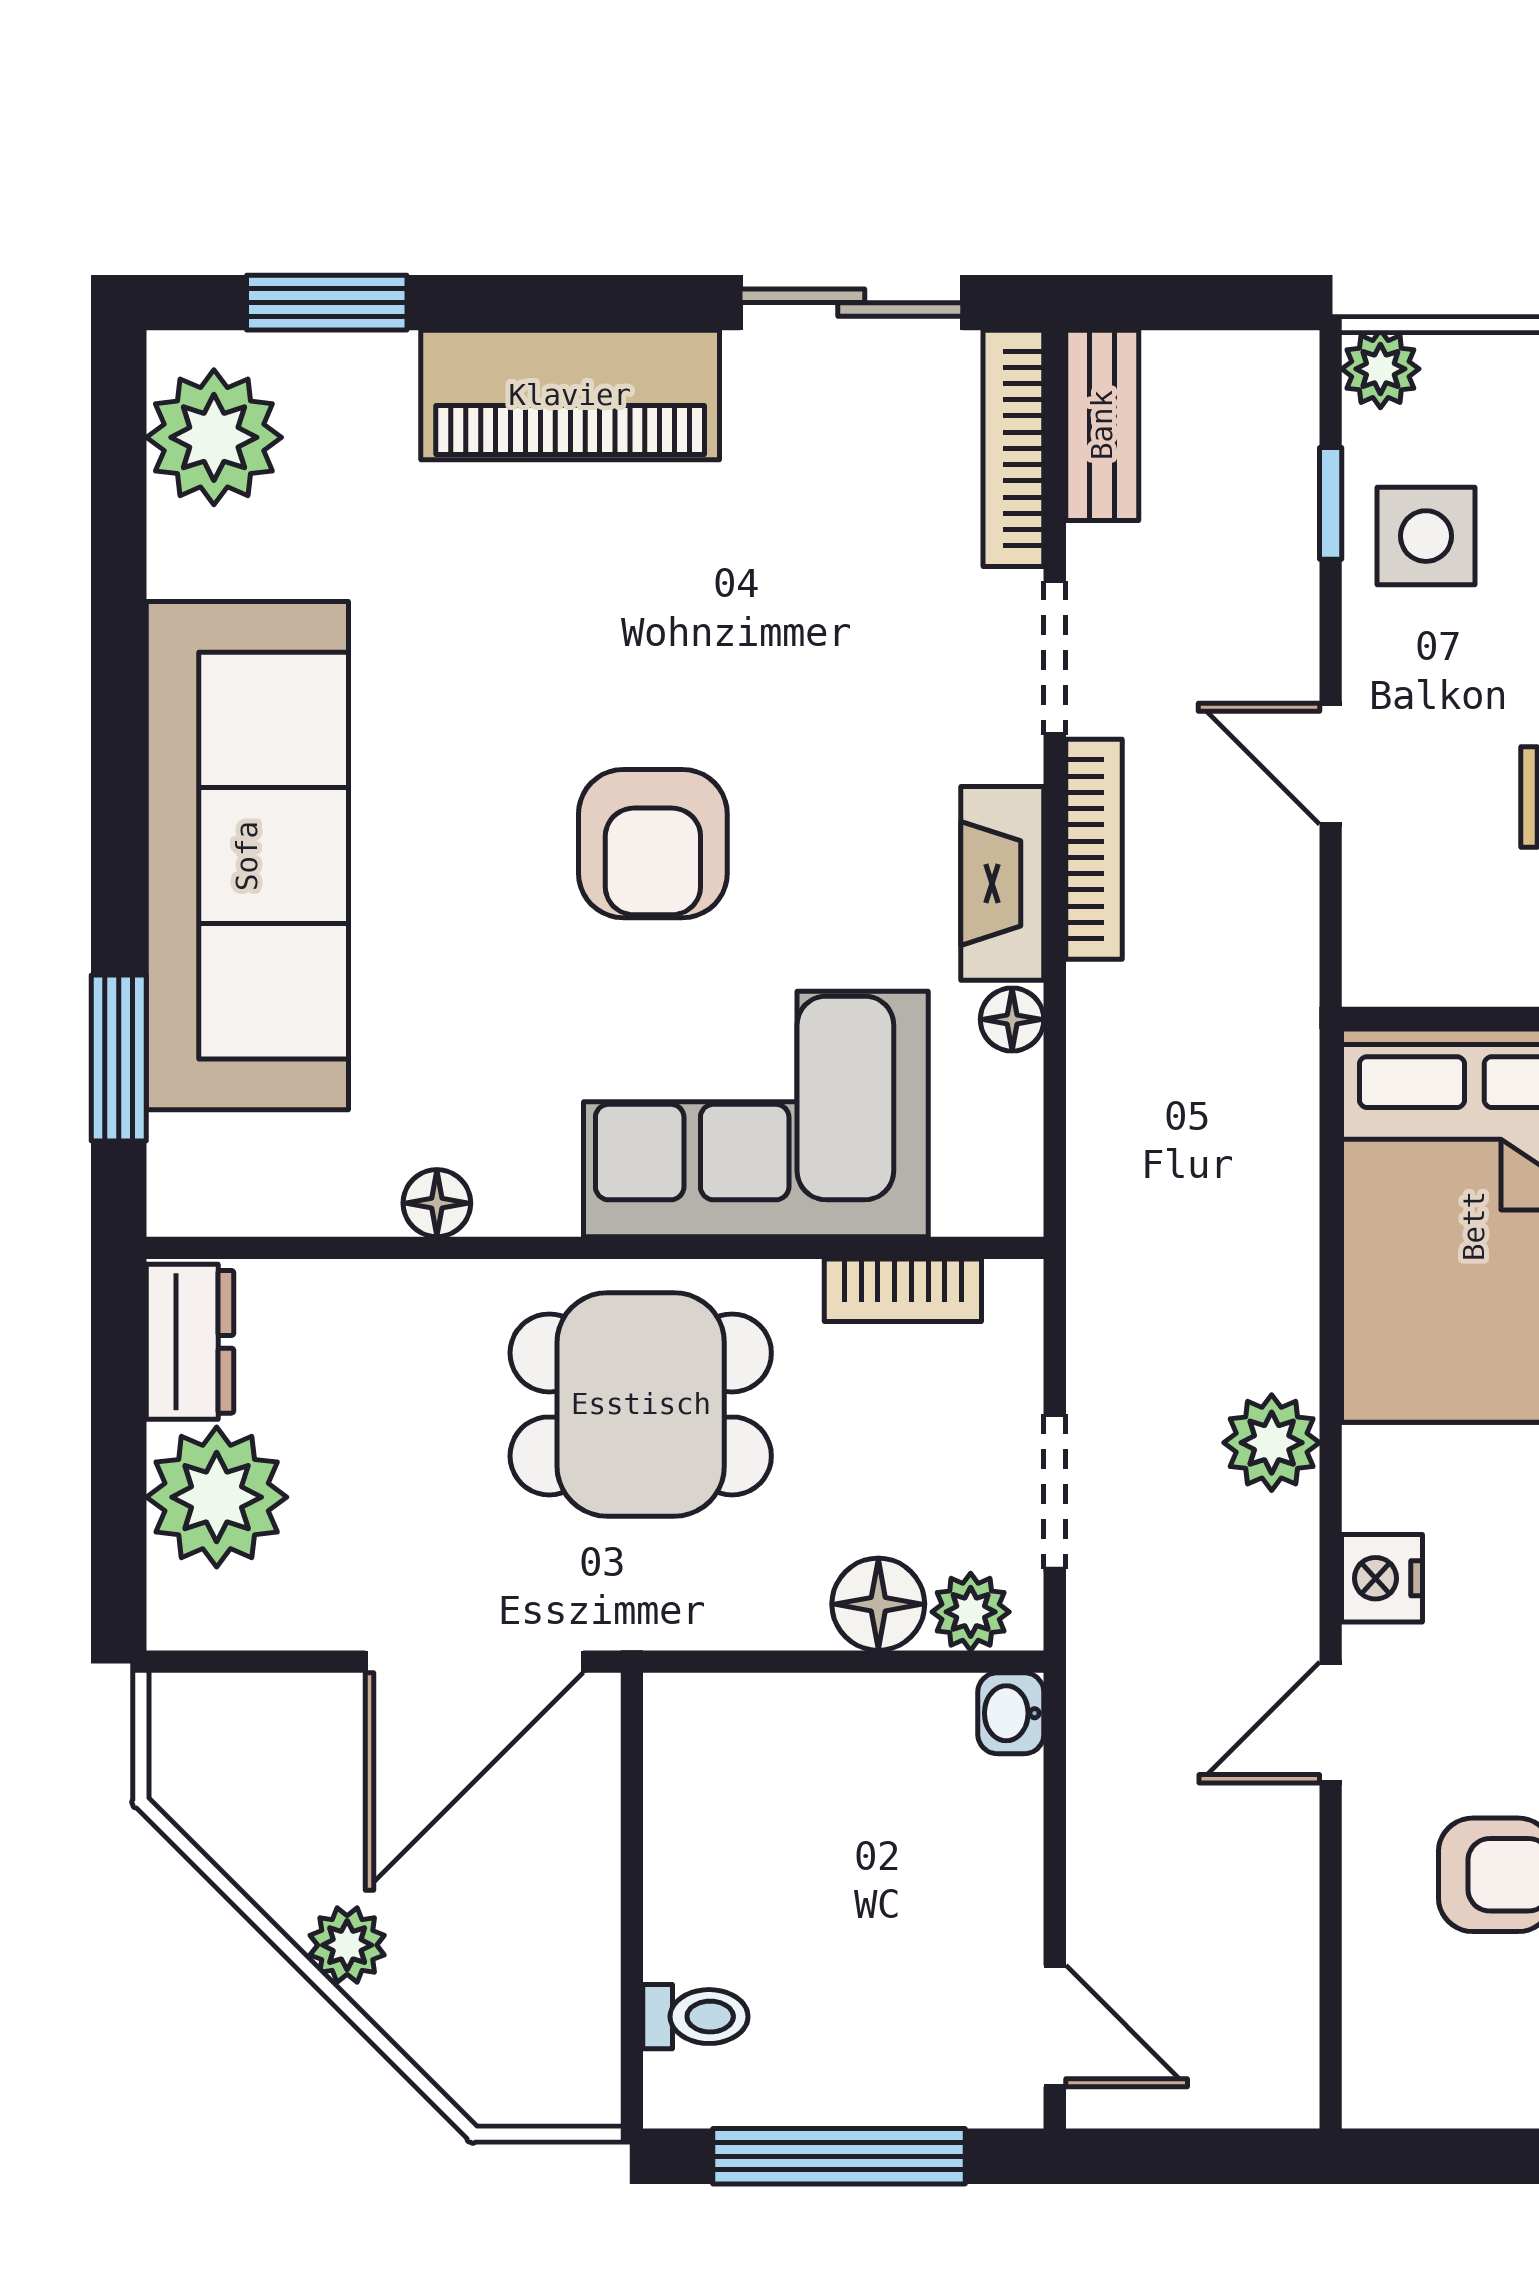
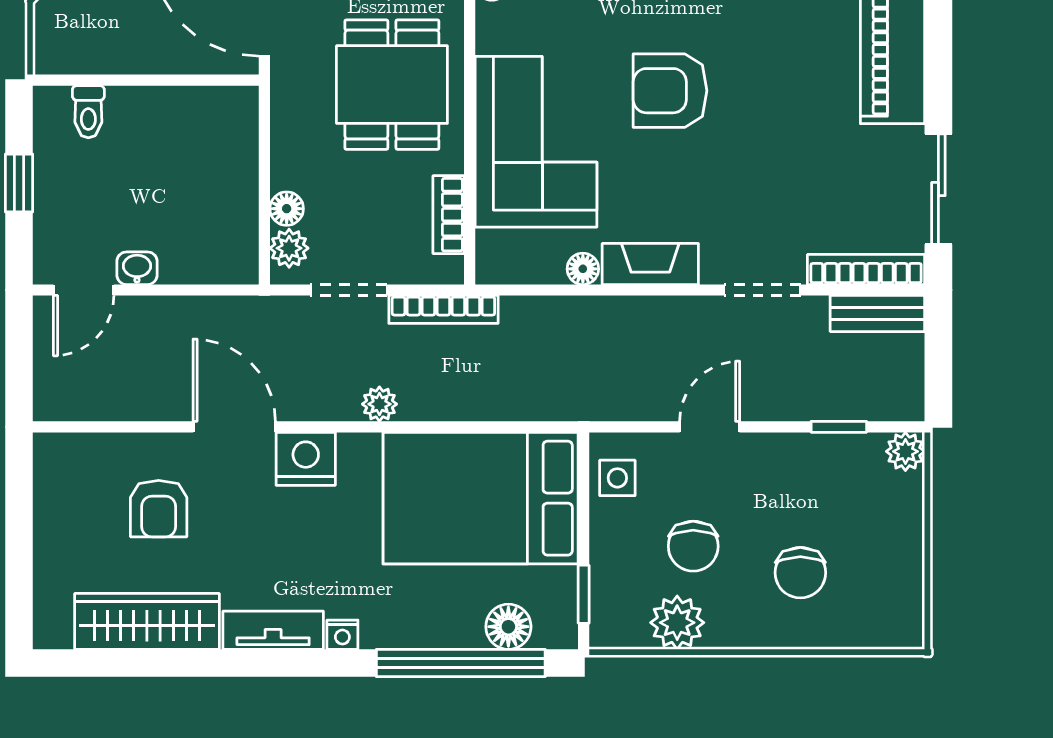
side table: (1426, 536) -> (617, 478), moved, width x0.73, depth x0.73
bookcase: (1094, 849) -> (443, 309), moved
plant: (1272, 1443) -> (379, 404), width x0.73, depth x0.73
nightstand: (1382, 1578) -> (306, 459), width x1.36, depth x1.33
floor lamp: (878, 1604) -> (287, 209), width x0.73, depth x0.73
washbasin: (1011, 1713) -> (137, 268), moved
door: (1331, 1722) -> (234, 427), width x1.38
window: (839, 2156) -> (19, 183), width x0.46

